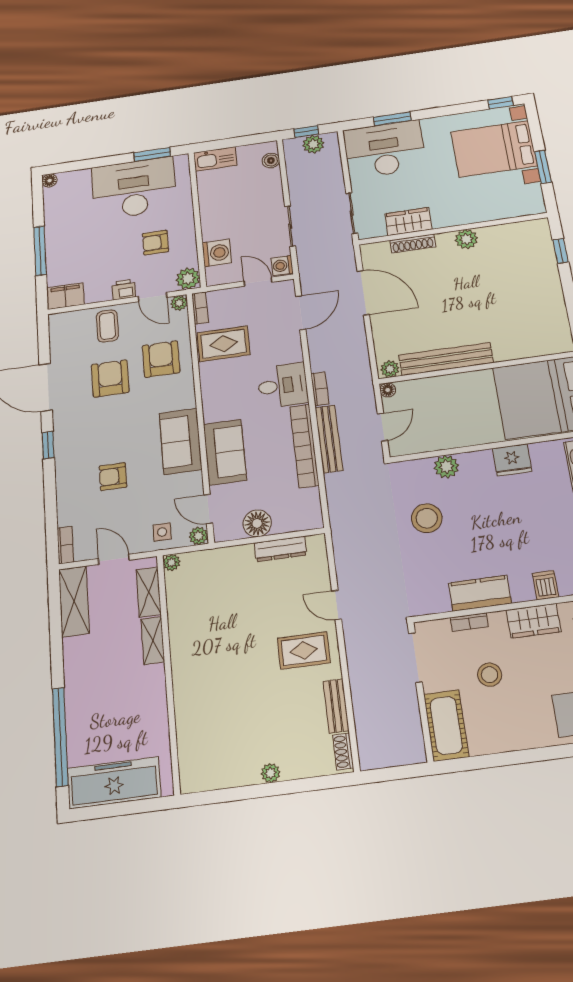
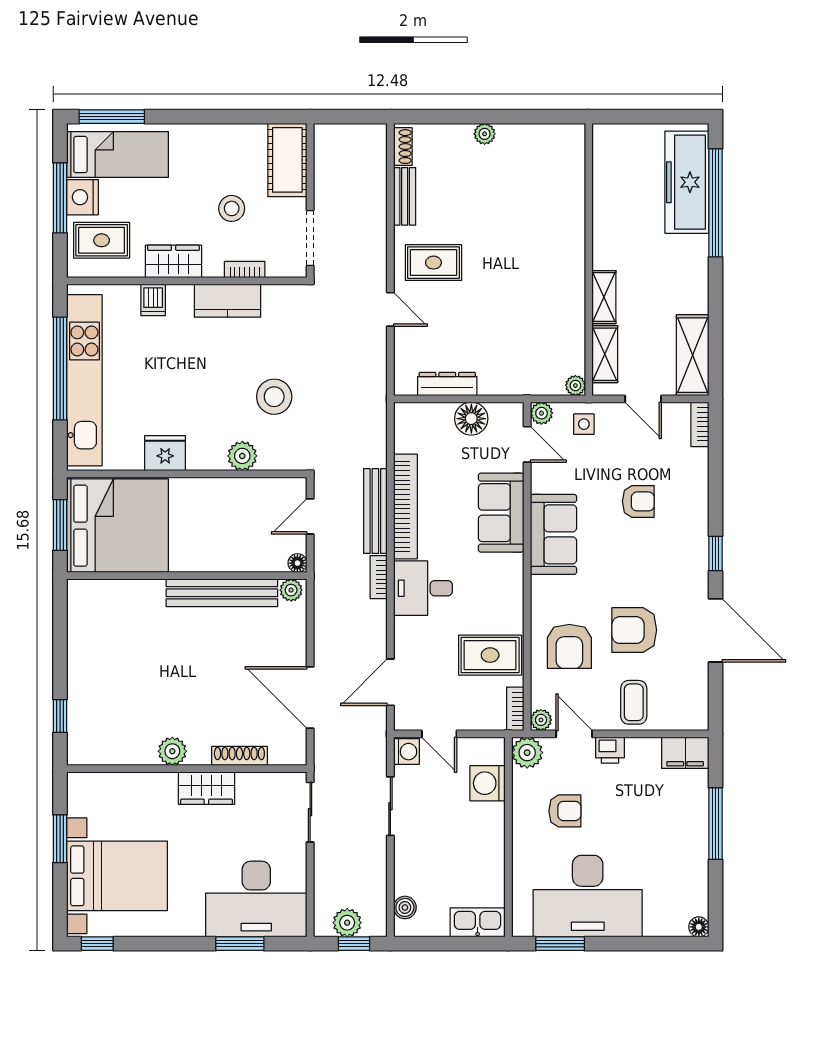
wardrobe: (408, 222) -> (206, 788), moved
armchair: (110, 378) -> (634, 630), turned 90
freezer: (114, 783) -> (687, 182), moved, turned 90

